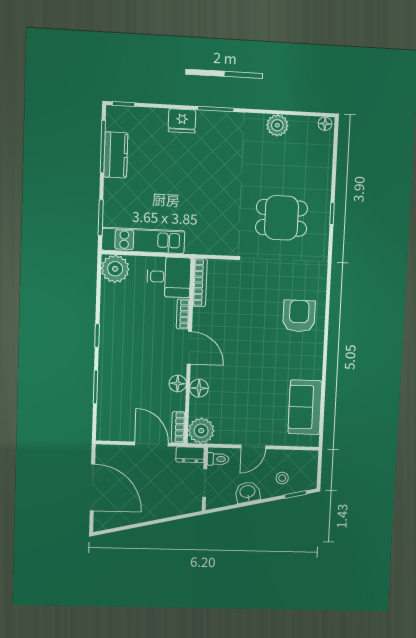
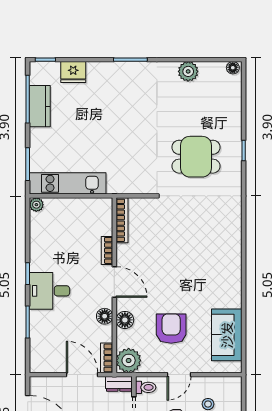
fridge: (182, 121) -> (73, 72), moved
plant: (115, 269) -> (36, 205), width x0.53, depth x0.53
desk: (169, 277) -> (49, 291), moved, turned 180
armchair: (299, 316) -> (171, 329), moved

